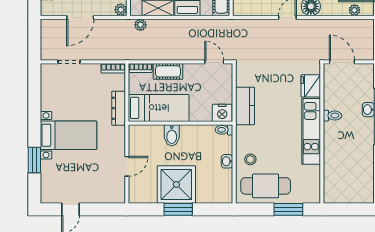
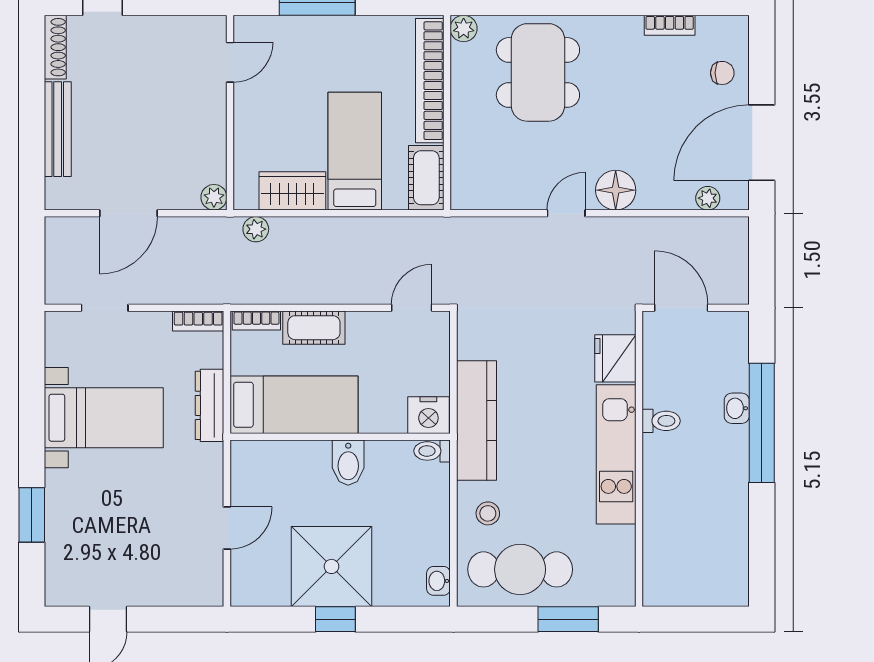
door: (214, 62) -> (412, 308), hinge flipped
kitchen counter: (245, 106) -> (476, 421), width x1.50
bed with nightstands: (69, 135) -> (104, 418), moved
bidet: (172, 135) -> (348, 463), moved
washbasin: (227, 161) -> (438, 581), moved
window: (178, 209) -> (335, 619), width x0.67

